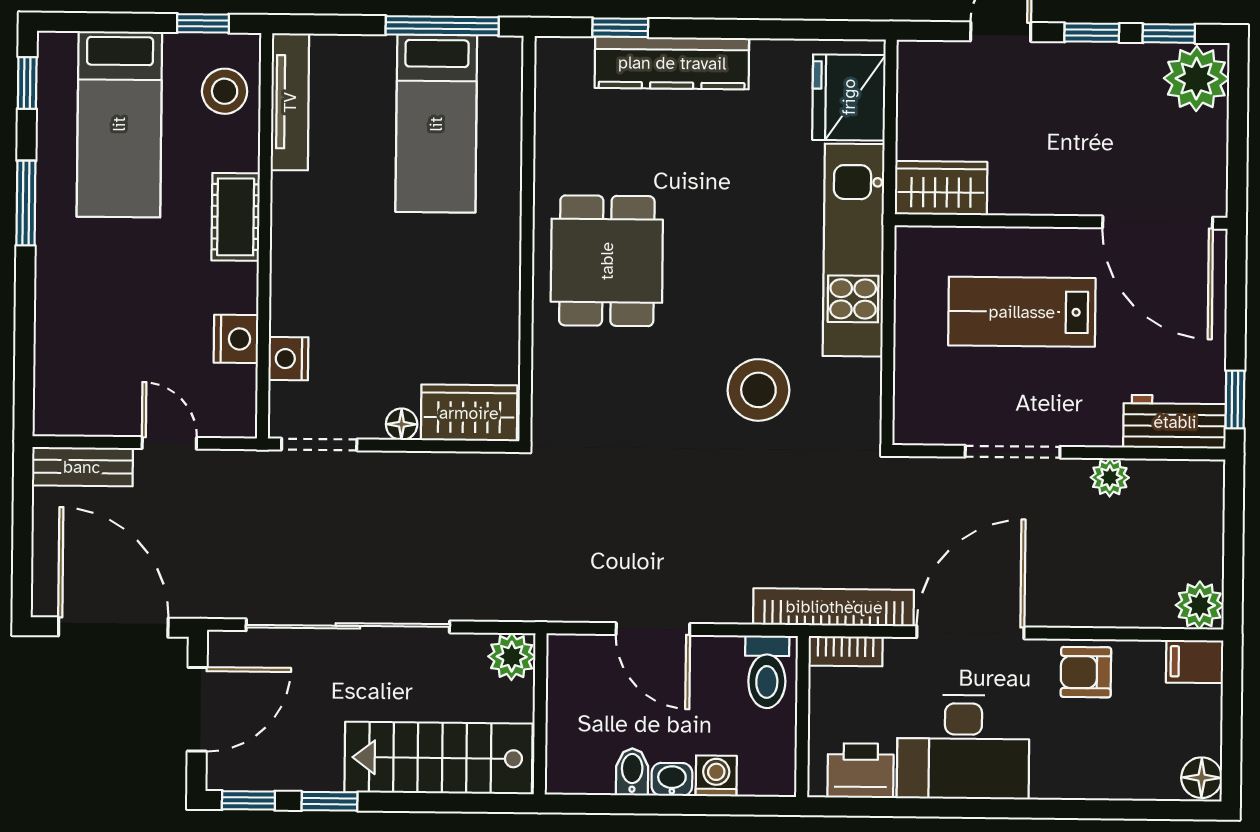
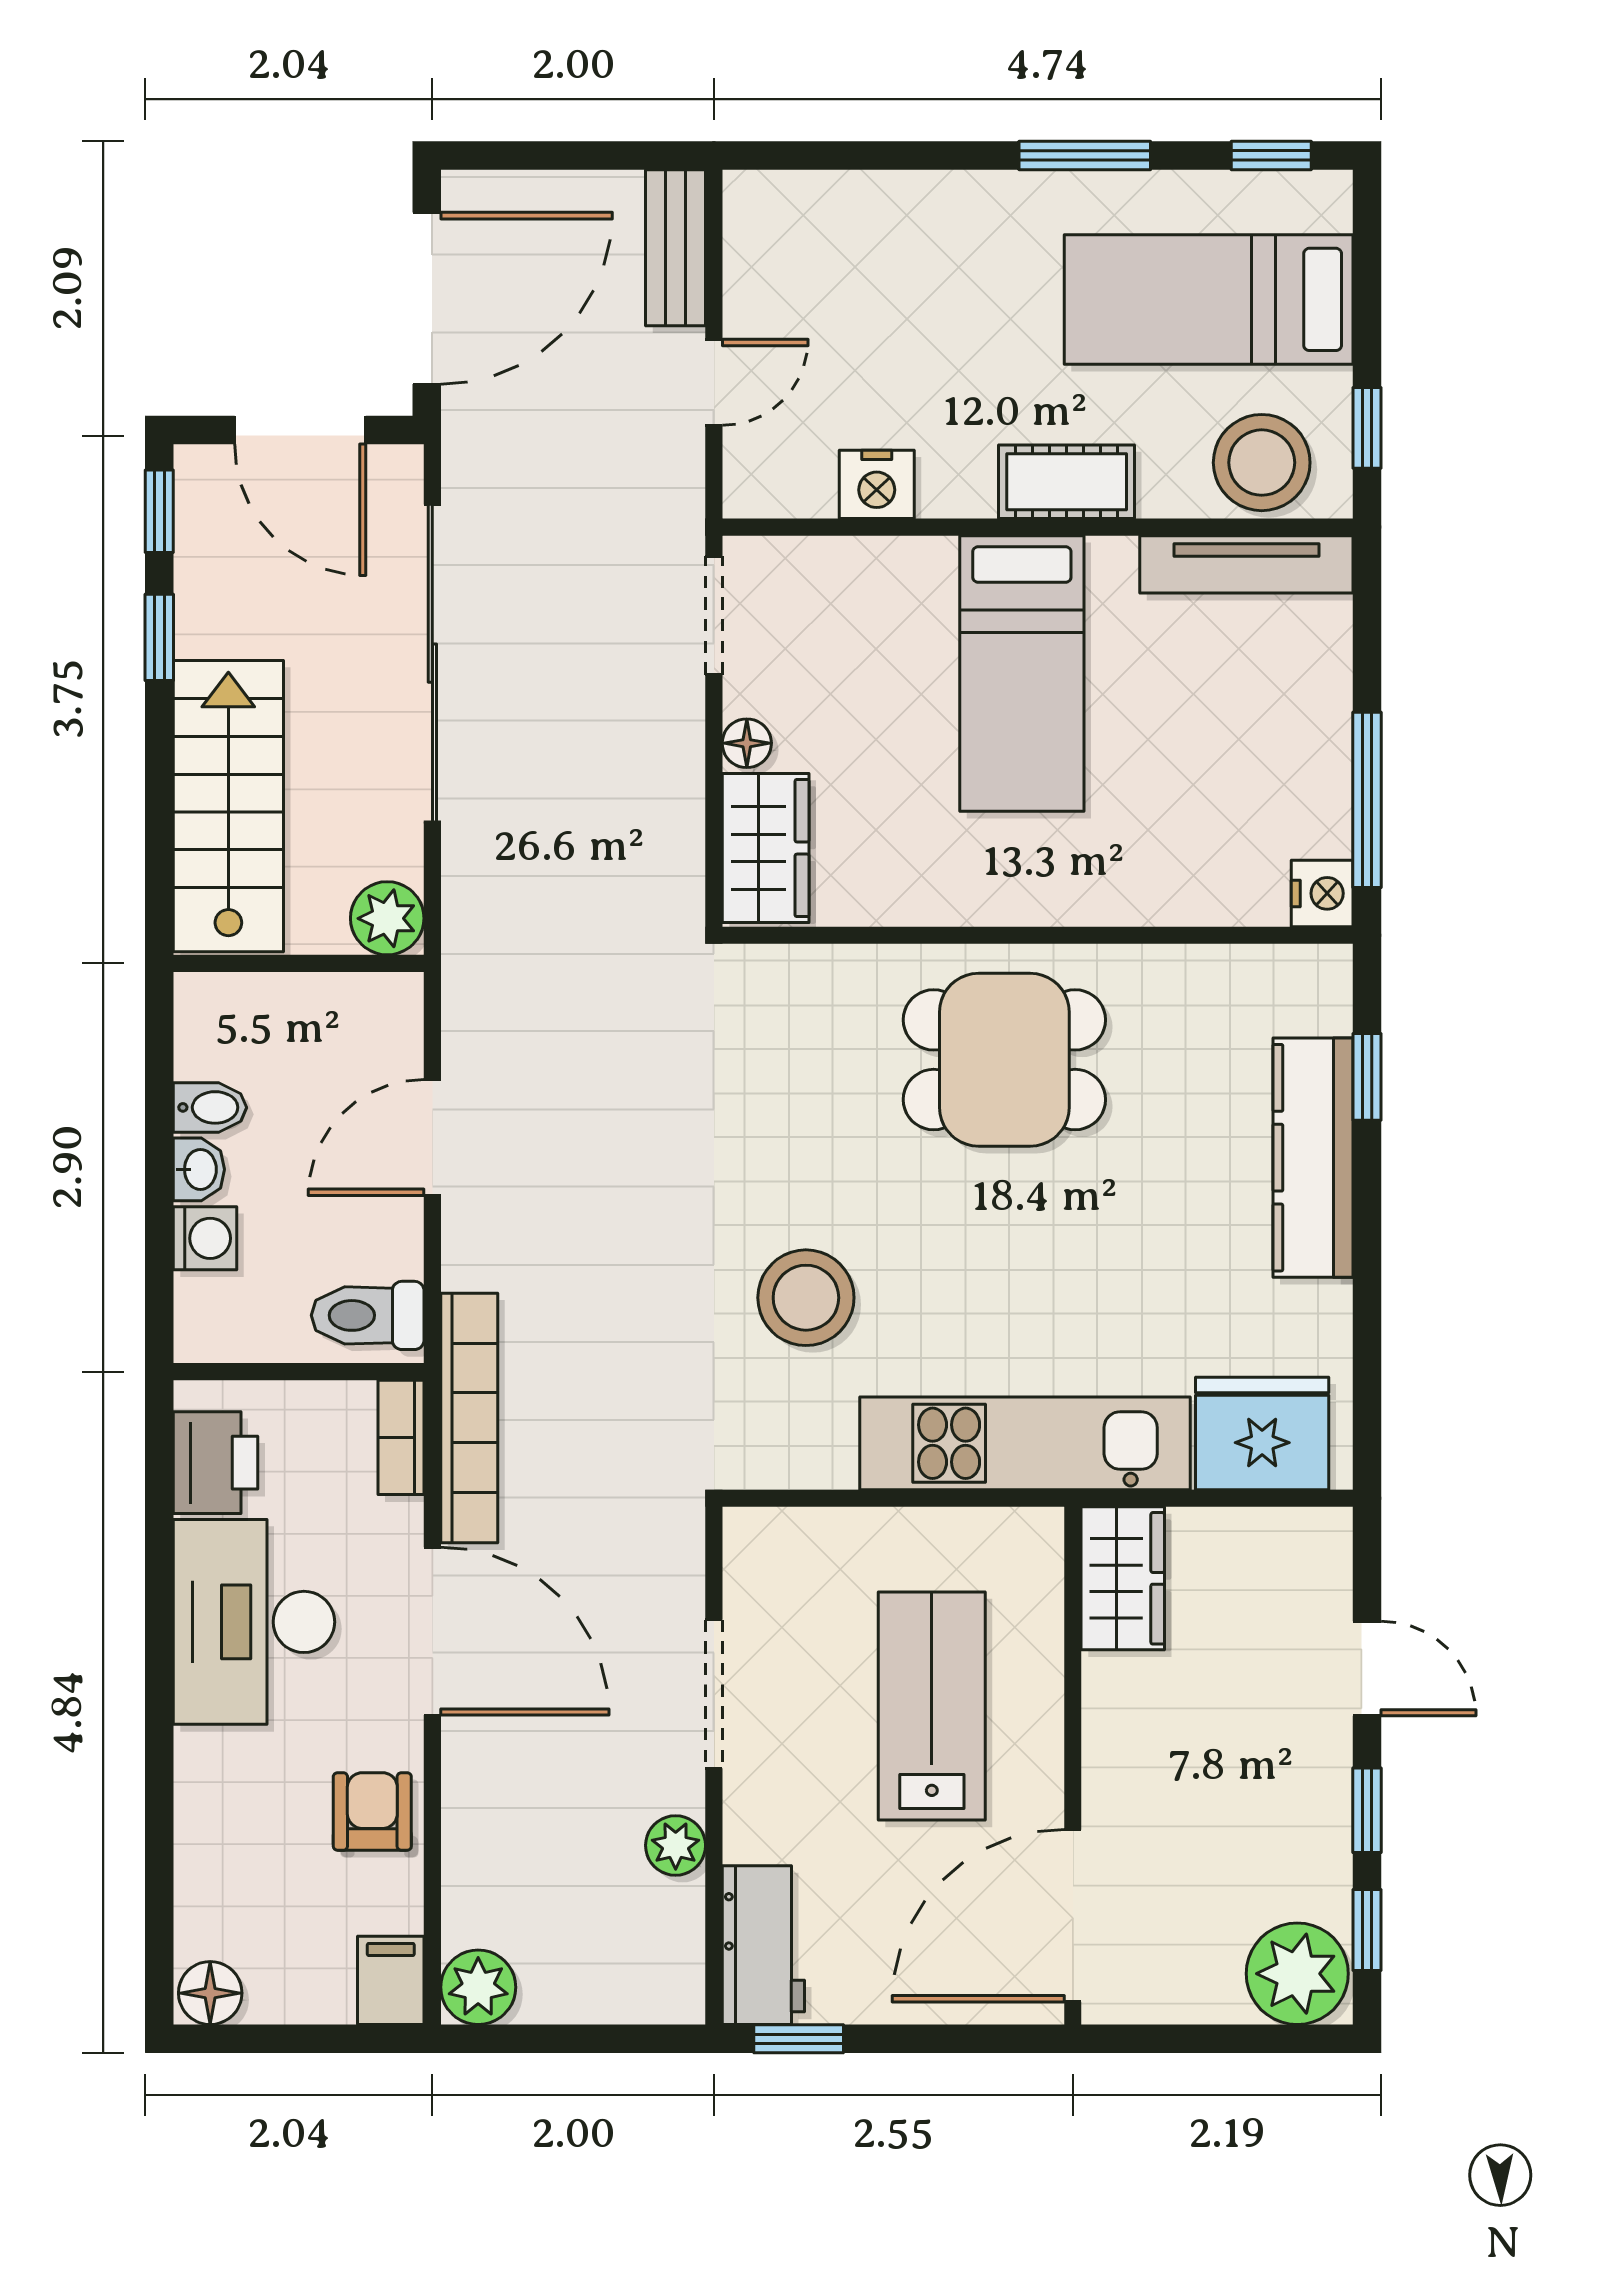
stool: (225, 91) -> (1262, 463), width x1.38, depth x1.38
bed: (436, 124) -> (1022, 673), moved, turned -90
nightstand: (288, 359) -> (1322, 893), moved, turned 90

